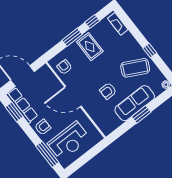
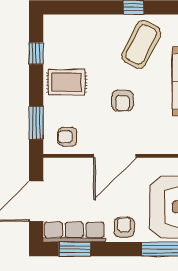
fireplace: (118, 24) -> (66, 22), removed
window: (72, 37) -> (36, 123), moved
armchair: (108, 91) -> (122, 101), moved

